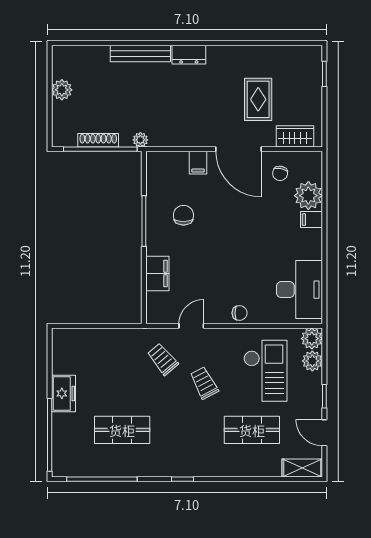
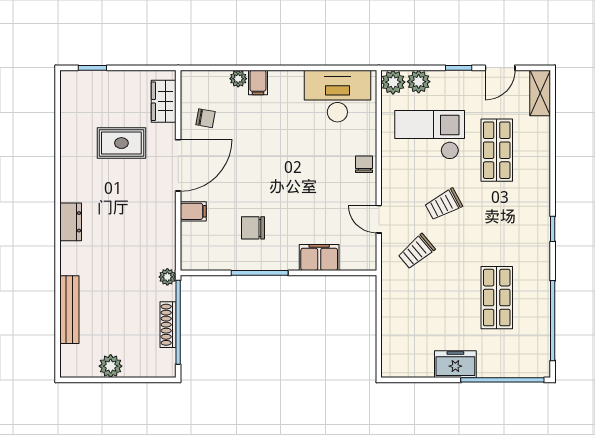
bench: (140, 54) -> (69, 310), moved
plant: (308, 196) -> (238, 79), width x0.53, depth x0.53

